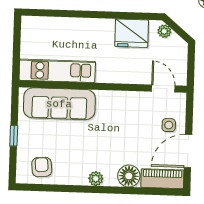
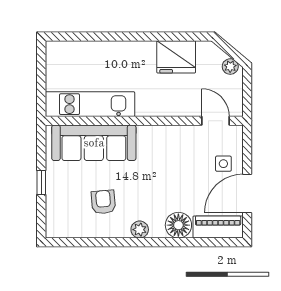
plant: (164, 31) -> (230, 67), moved
armchair: (42, 167) -> (103, 202), moved

